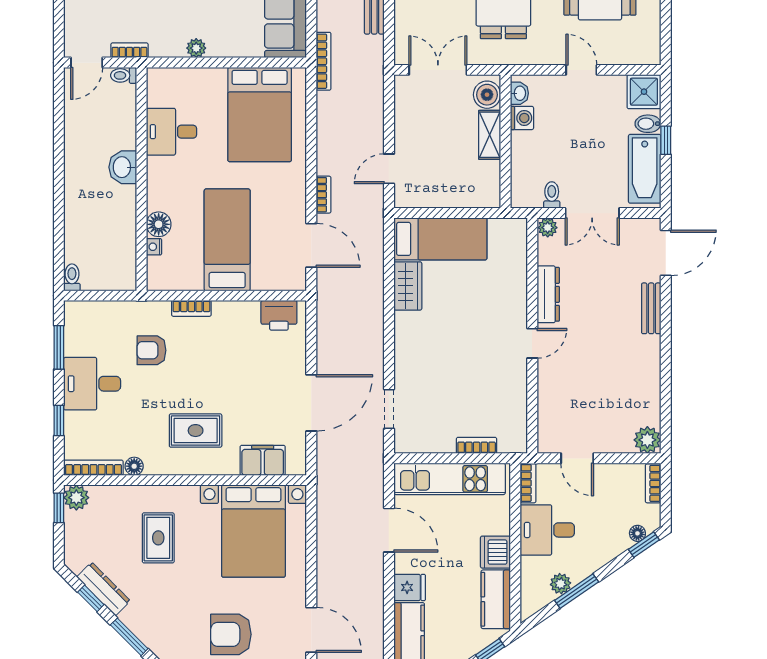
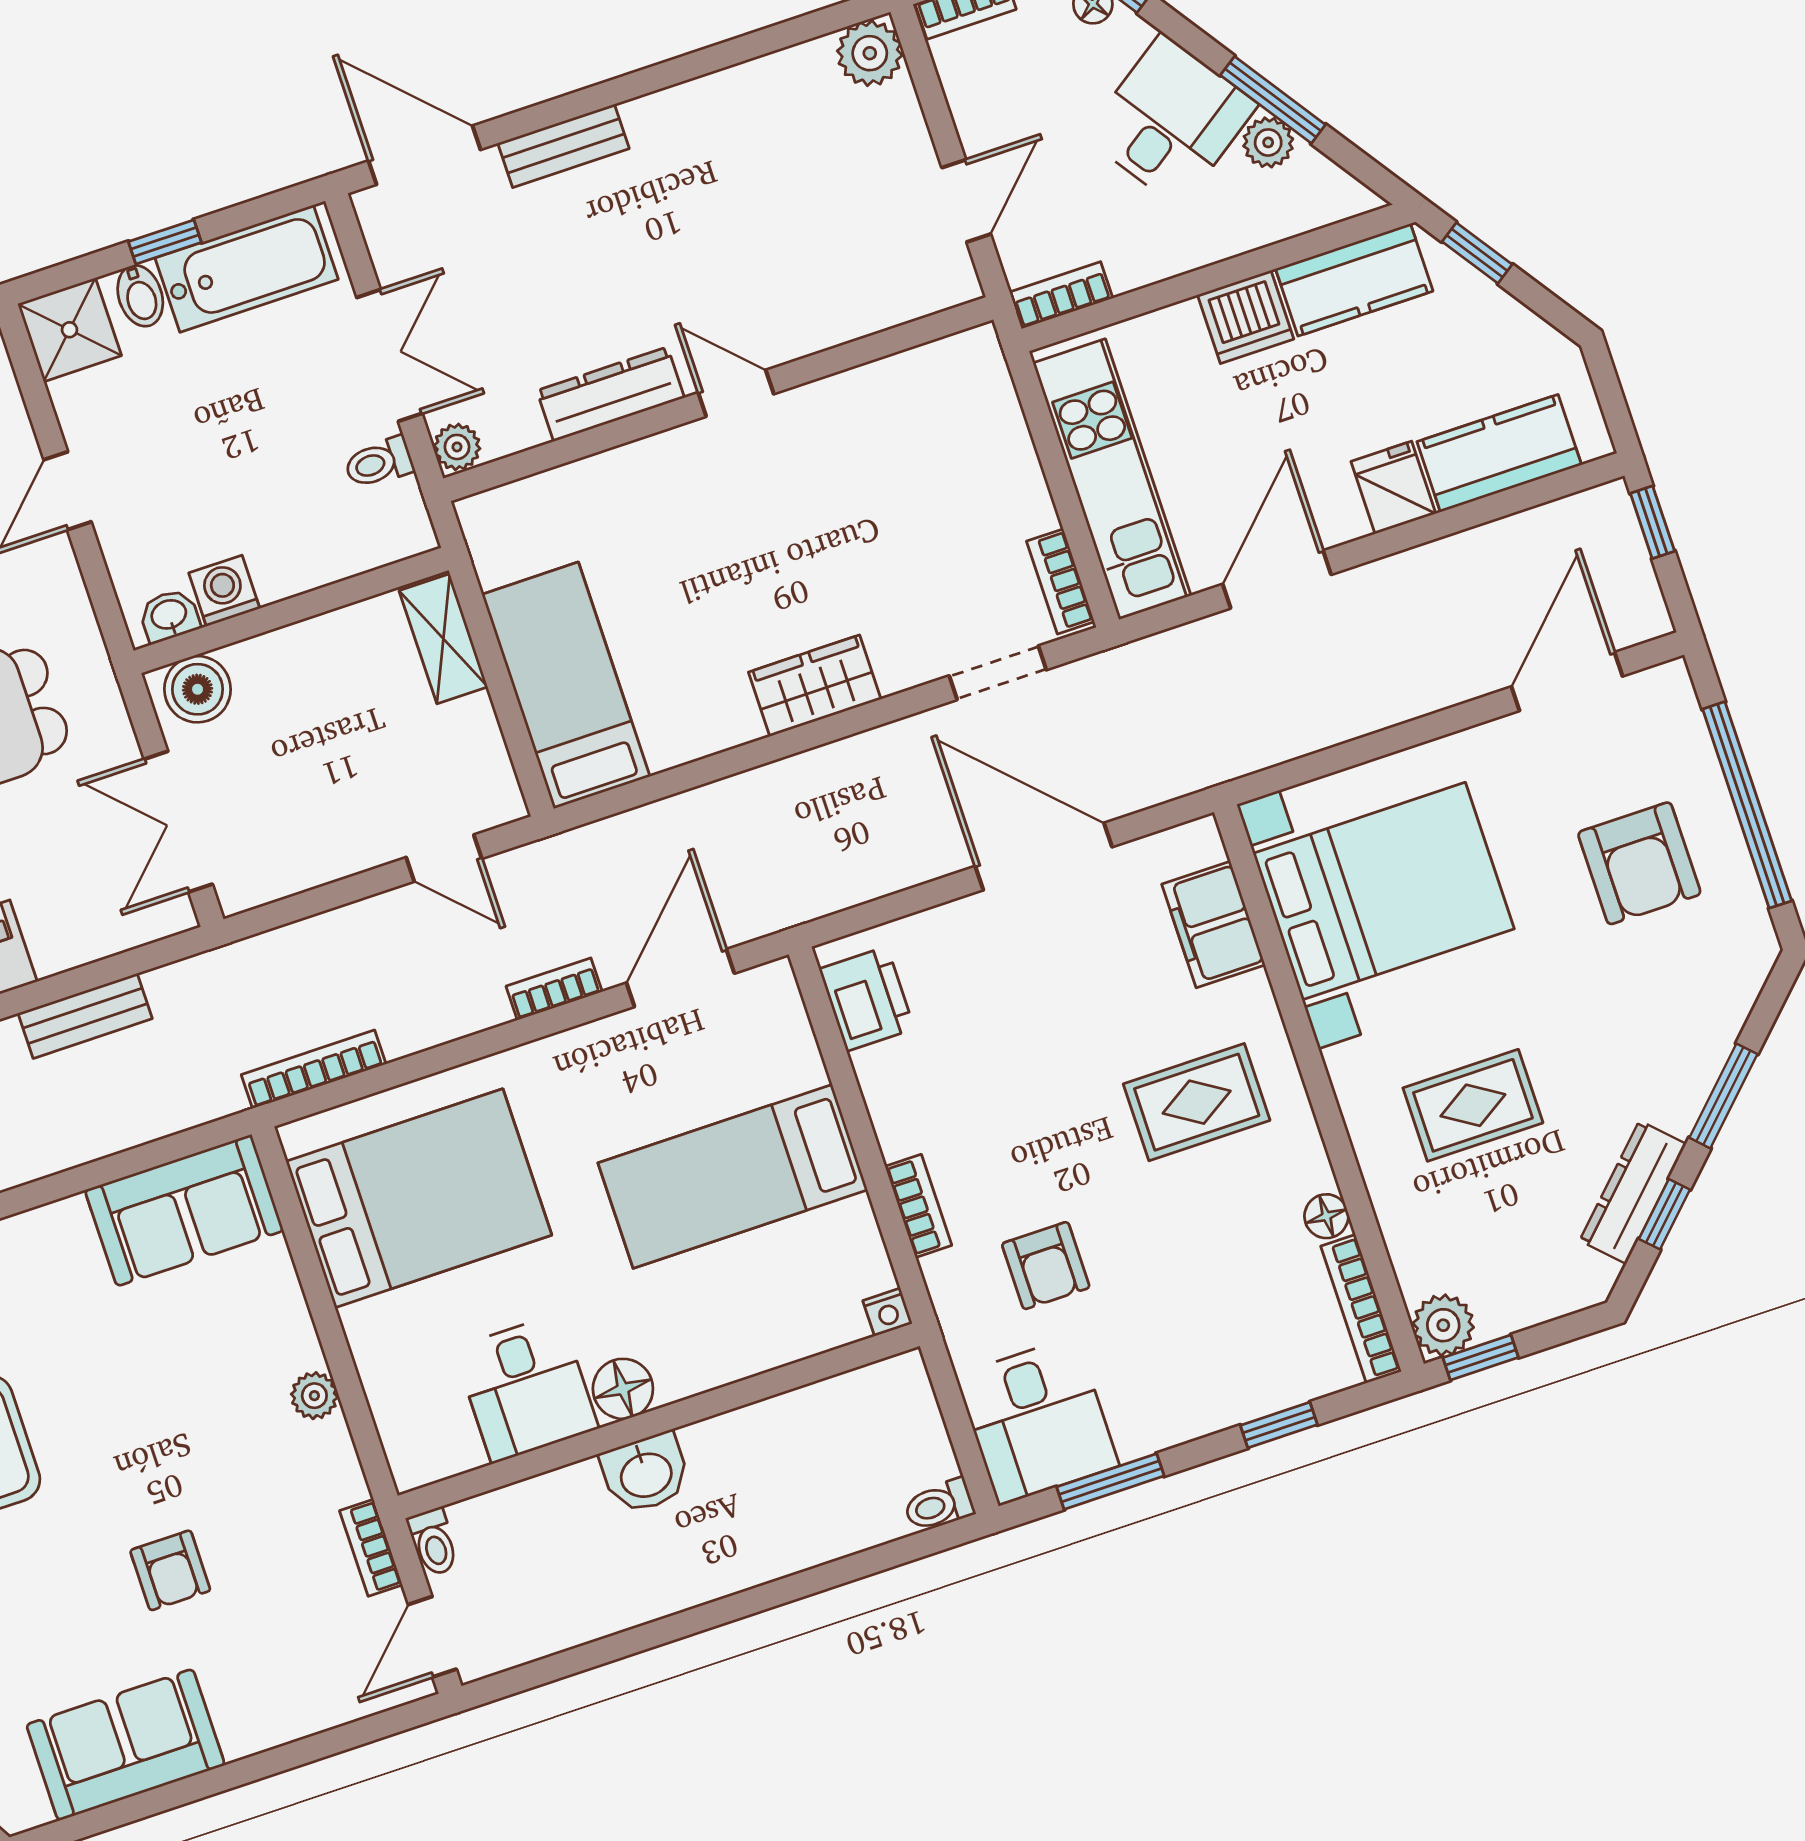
bookcase: (324, 61) -> (314, 1069), moved
door: (87, 63) -> (432, 1637), swing flipped
shelving: (490, 135) -> (443, 639), moved, turned 90
floor lamp: (159, 224) -> (623, 1389), moved
nightstand: (154, 247) -> (888, 1312), moved
wardrobe: (408, 286) -> (815, 686), moved
desk: (92, 384) -> (1037, 1421), moved
rug: (196, 431) -> (1197, 1102), turned 90
bookcase: (477, 445) -> (1060, 581), moved
desk: (547, 530) -> (1171, 121), moved, turned -125

